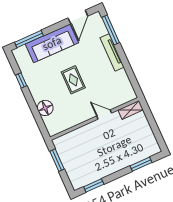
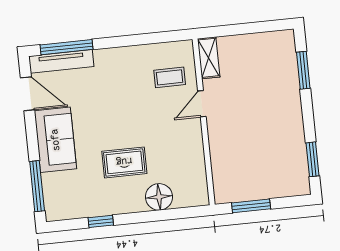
sofa: (52, 43) -> (55, 140), width x0.73
tv unit: (112, 52) -> (61, 61), moved
rug: (73, 80) -> (124, 162), moved
coffee table: (113, 92) -> (170, 77), added

